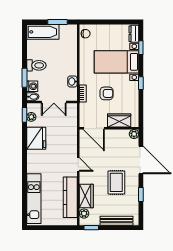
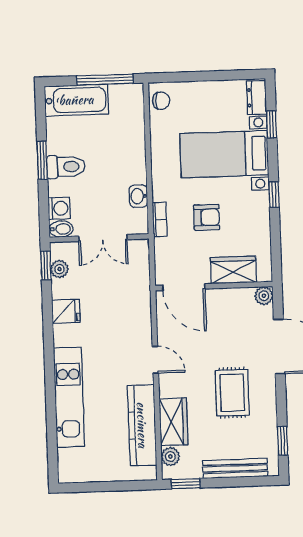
window: (58, 22) -> (105, 80), width x1.44
window: (24, 78) -> (42, 160), moved
fridge: (36, 138) -> (66, 311), width x0.53, depth x0.75
window: (141, 195) -> (283, 441), moved
kitchen unit: (34, 199) -> (69, 397), moved

